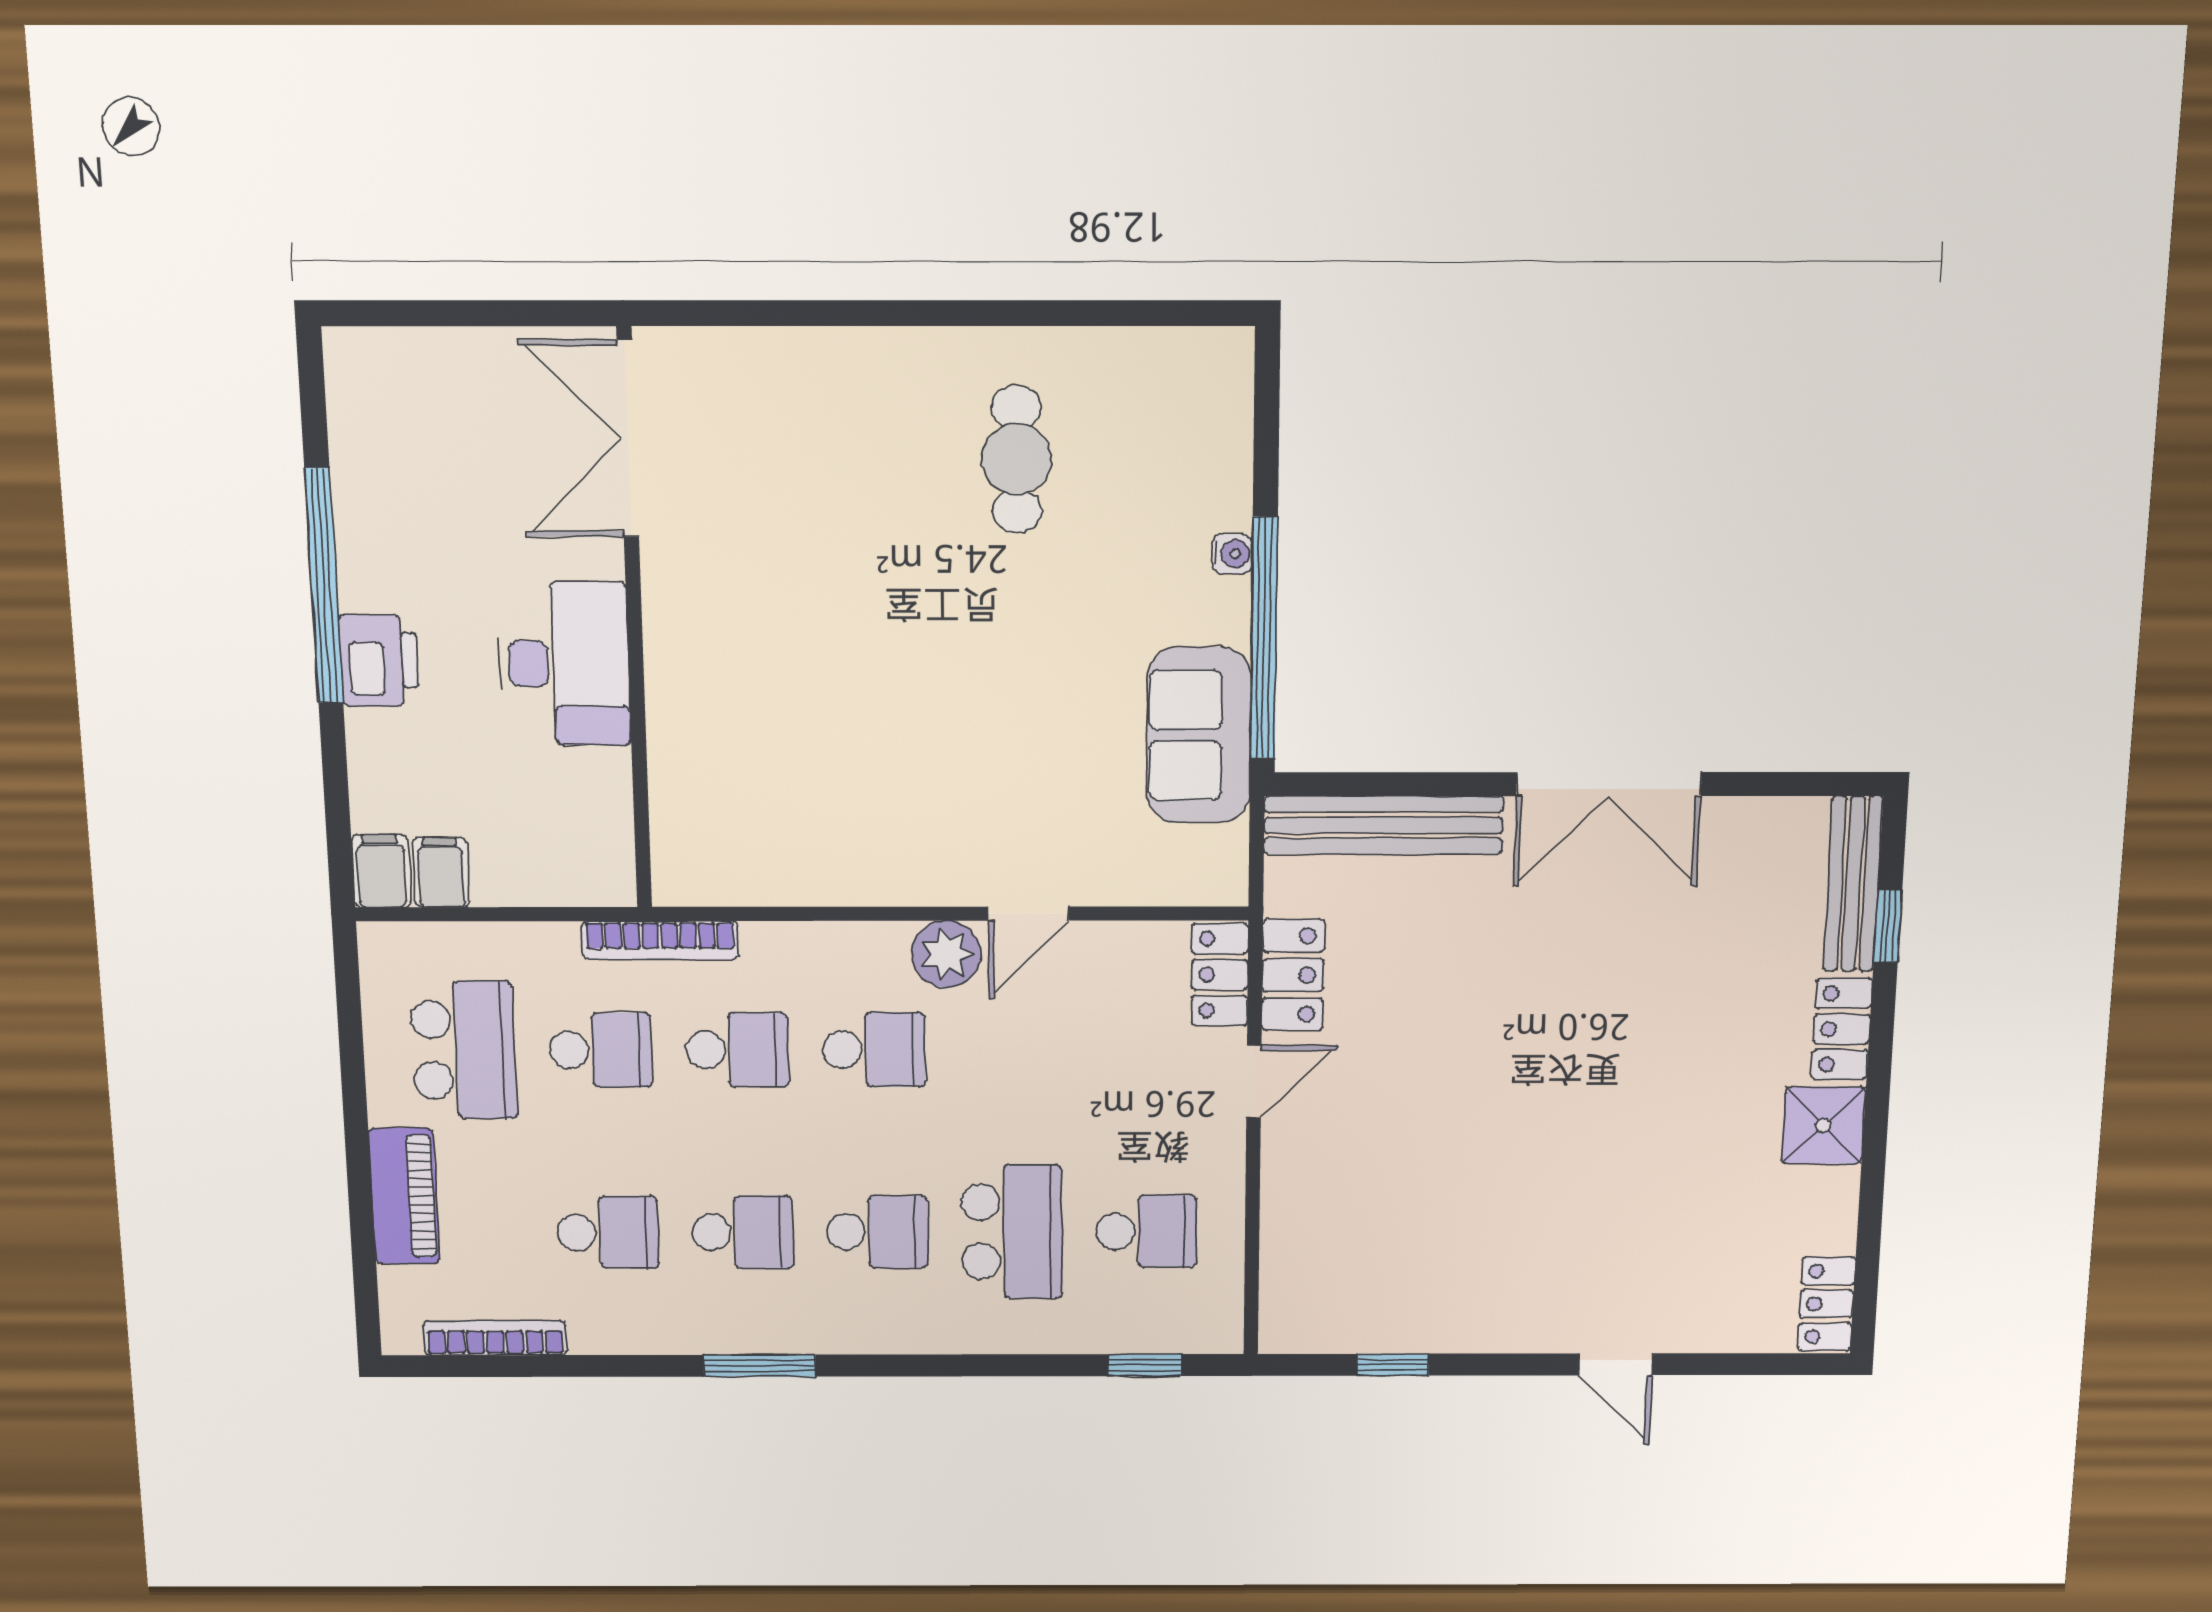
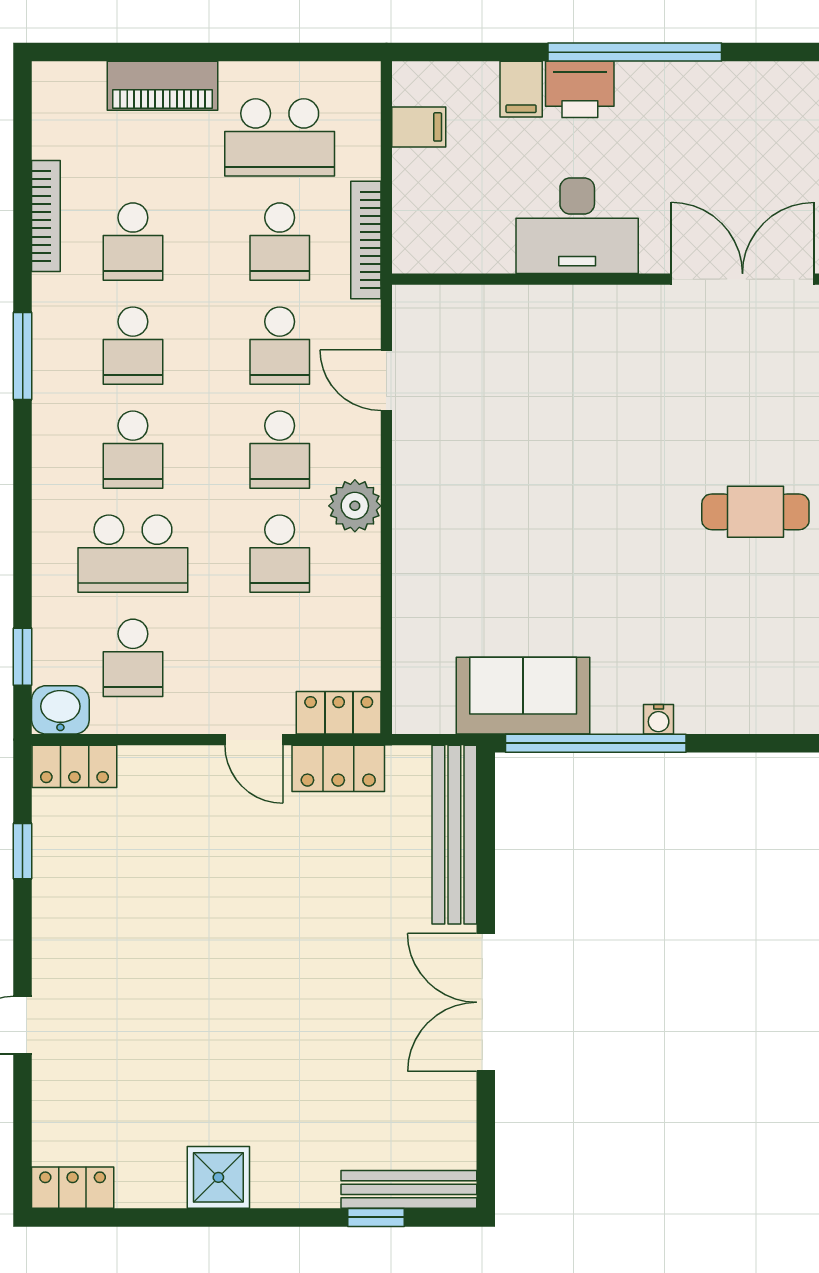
cafe table: (1017, 459) -> (755, 512), moved
filing cabinet: (381, 871) -> (521, 89), moved, turned 90
door: (1028, 914) -> (386, 380), moved
bookcase: (660, 940) -> (366, 240), moved
locker: (1842, 1029) -> (74, 766), moved, turned 180
school desk: (1010, 1050) -> (280, 554), added
washbasin: (1213, 1320) -> (60, 710), added
bookcase: (495, 1338) -> (46, 216), moved

